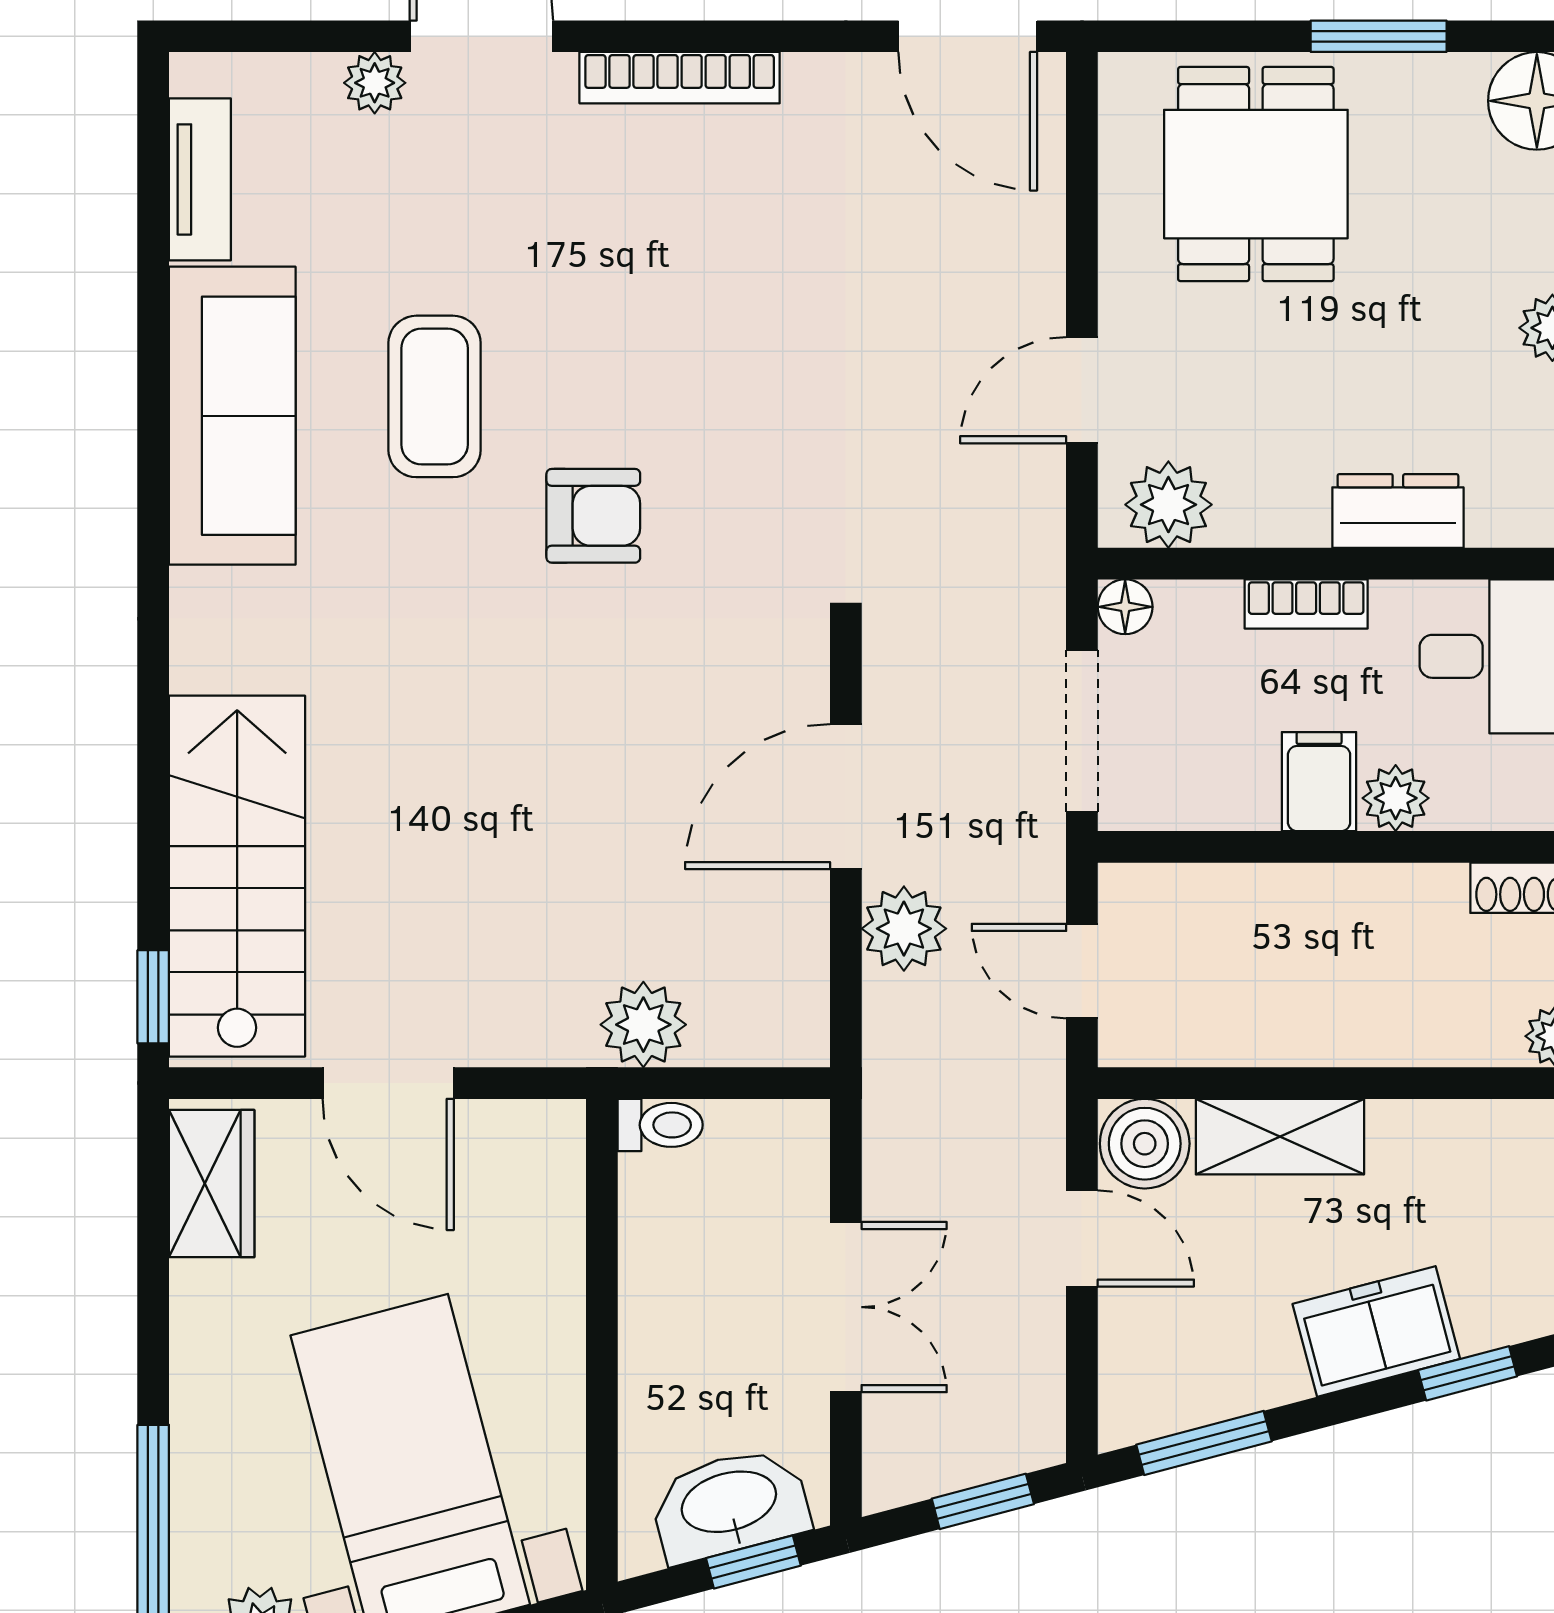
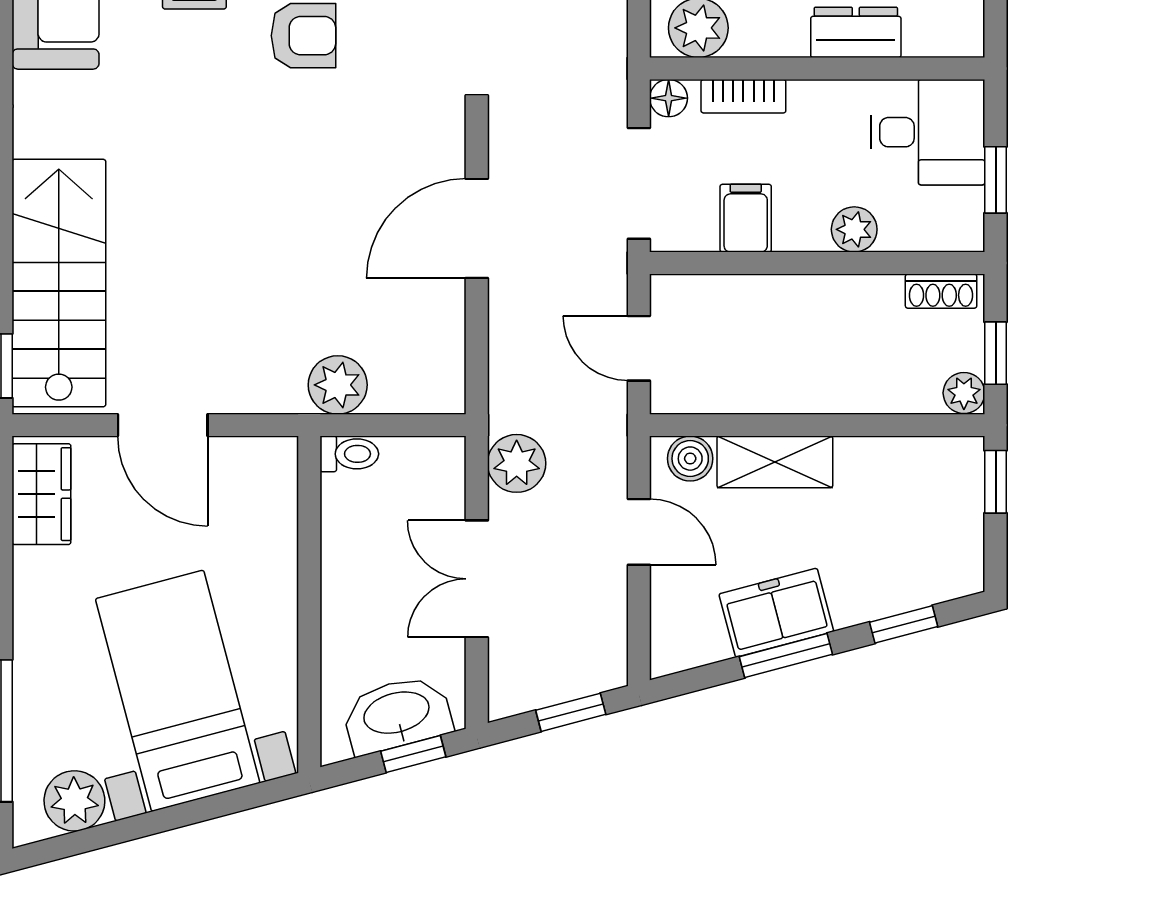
bookcase: (1306, 604) -> (743, 96), moved
filing cabinet: (1319, 782) -> (746, 218), moved
plant: (904, 929) -> (517, 463), moved
boiler: (1145, 1144) -> (690, 459), width x0.73, depth x0.73
double door: (846, 1307) -> (477, 579), swing flipped
freezer: (1376, 1331) -> (776, 613), moved
window: (1204, 1443) -> (786, 656), moved

